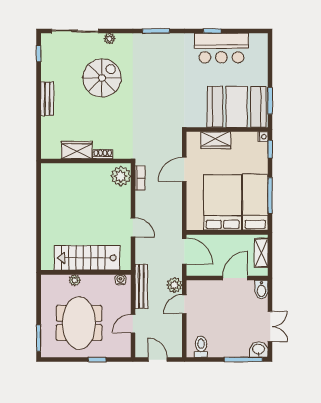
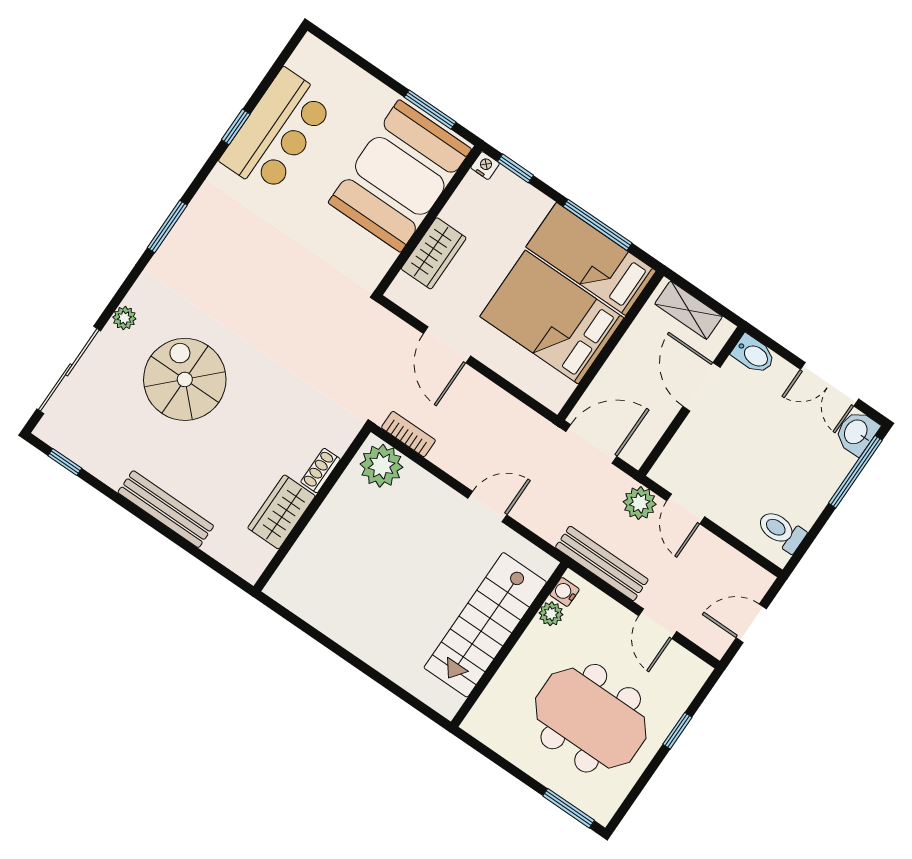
bench: (47, 99) -> (166, 509), width x1.36
plant: (75, 280) -> (551, 614), moved
double door: (270, 326) -> (829, 384), swing flipped

